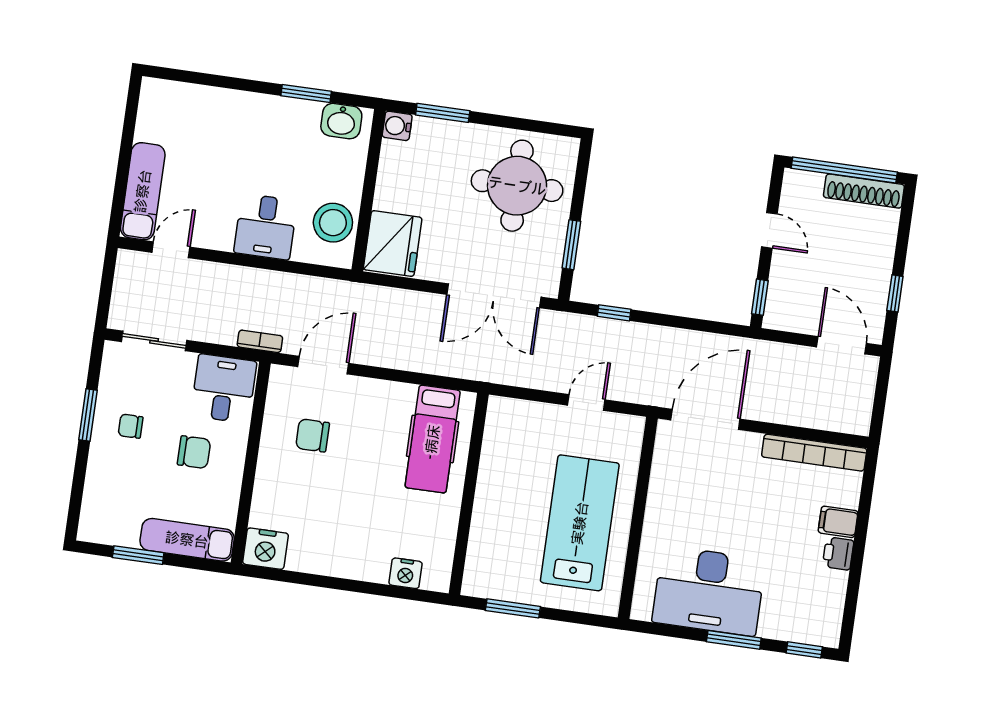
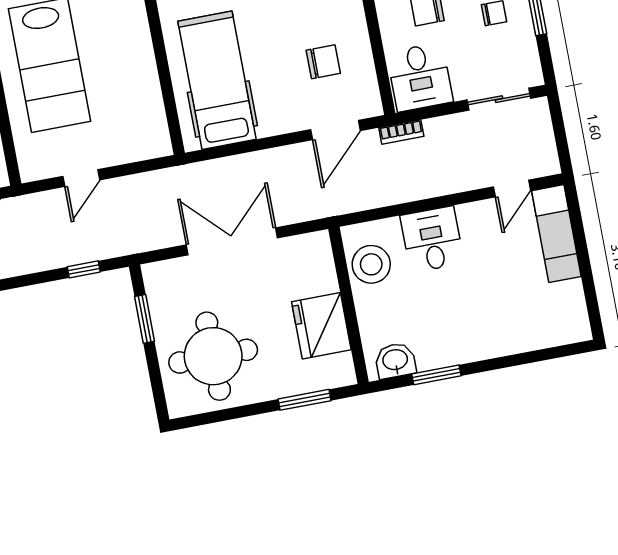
water cooler: (397, 126) -> (342, 374), removed
fridge: (393, 244) -> (321, 326), moved
double door: (494, 296) -> (232, 241), moved
hospital bed: (433, 439) -> (217, 80), width x1.37, depth x1.29

